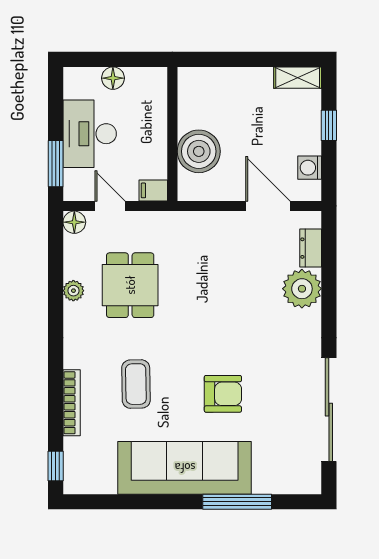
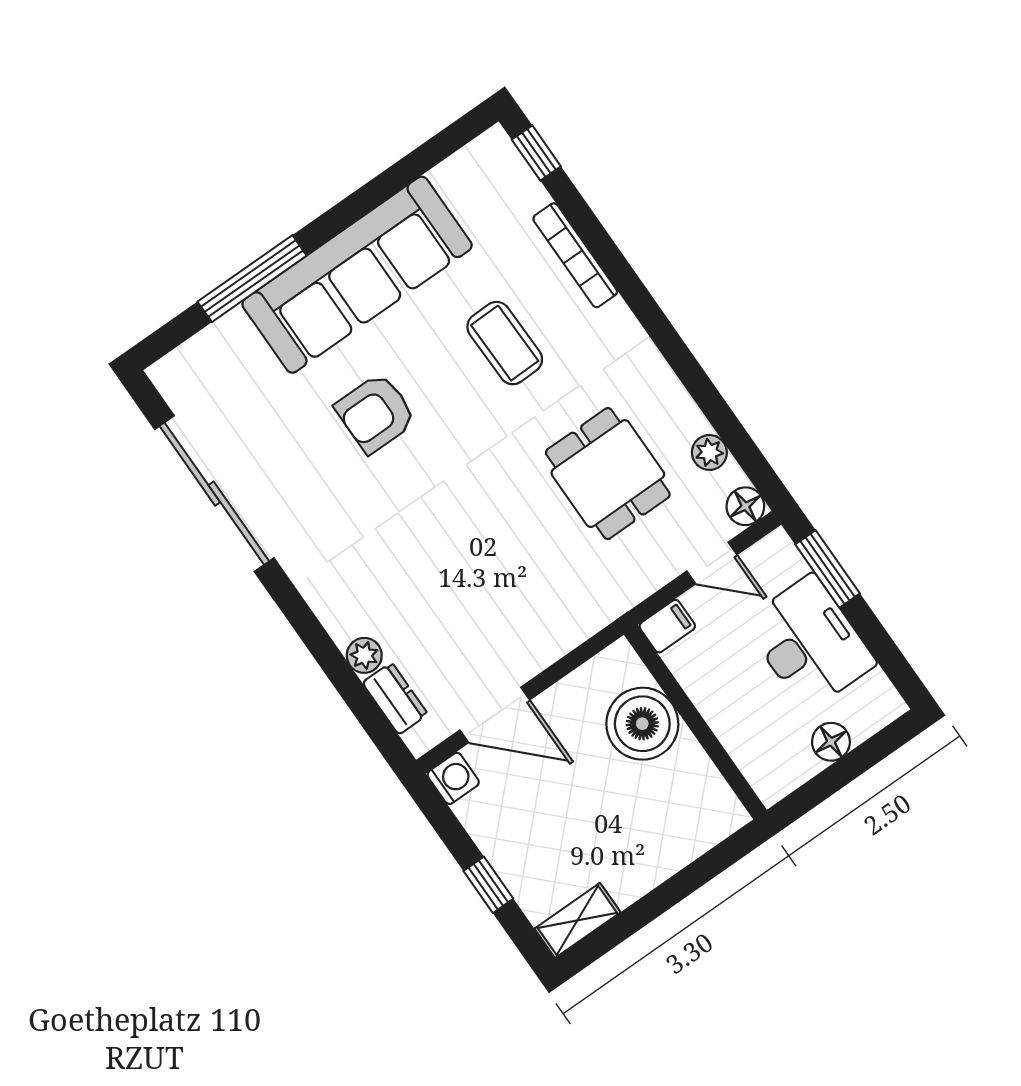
washing machine: (310, 168) -> (453, 778), moved
plant: (302, 289) -> (364, 655), width x0.53, depth x0.53
plant: (73, 291) -> (709, 452), moved

